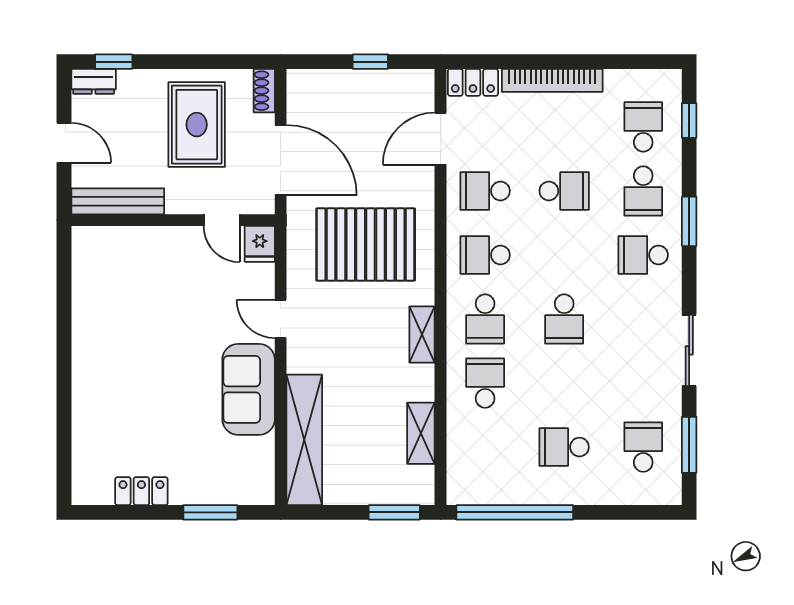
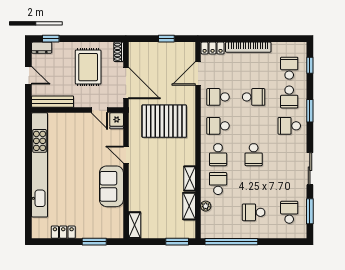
shelving: (422, 335) -> (190, 179), moved
kitchen unit: (89, 342) -> (40, 165), added
plant: (458, 433) -> (206, 206), added
shelving: (304, 440) -> (135, 225), width x0.45, depth x0.75

